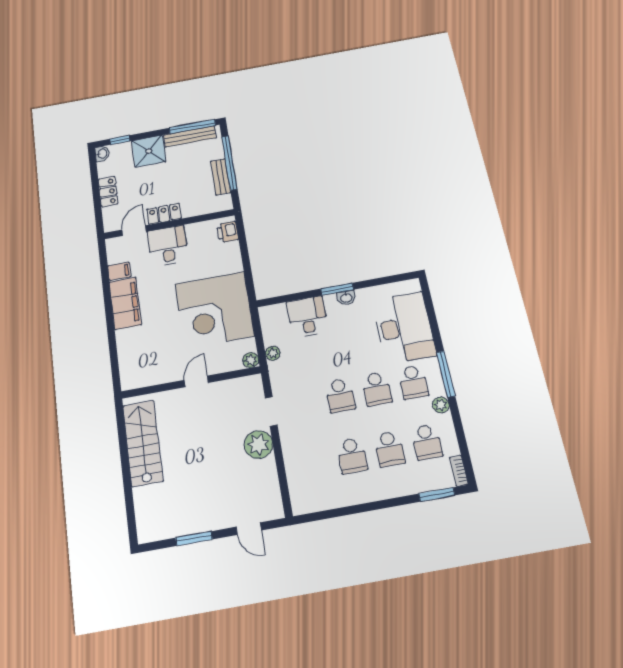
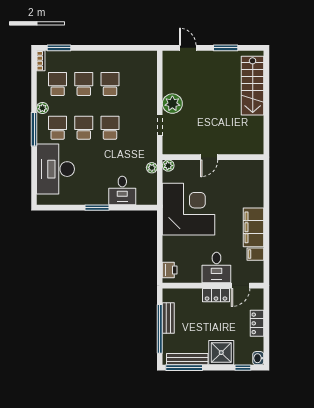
washbasin: (346, 298) -> (92, 200), removed
stairs: (143, 443) -> (253, 86), moved

